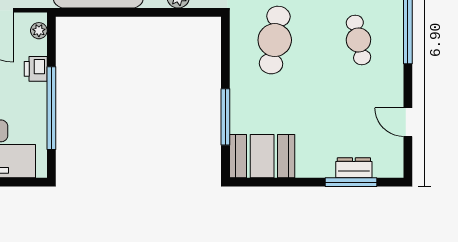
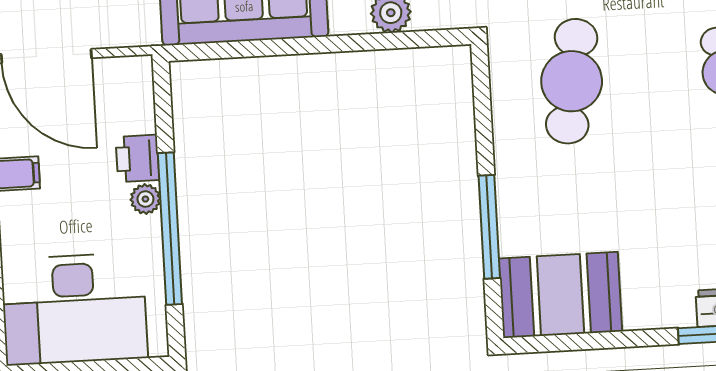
plant: (39, 31) -> (145, 199), moved

